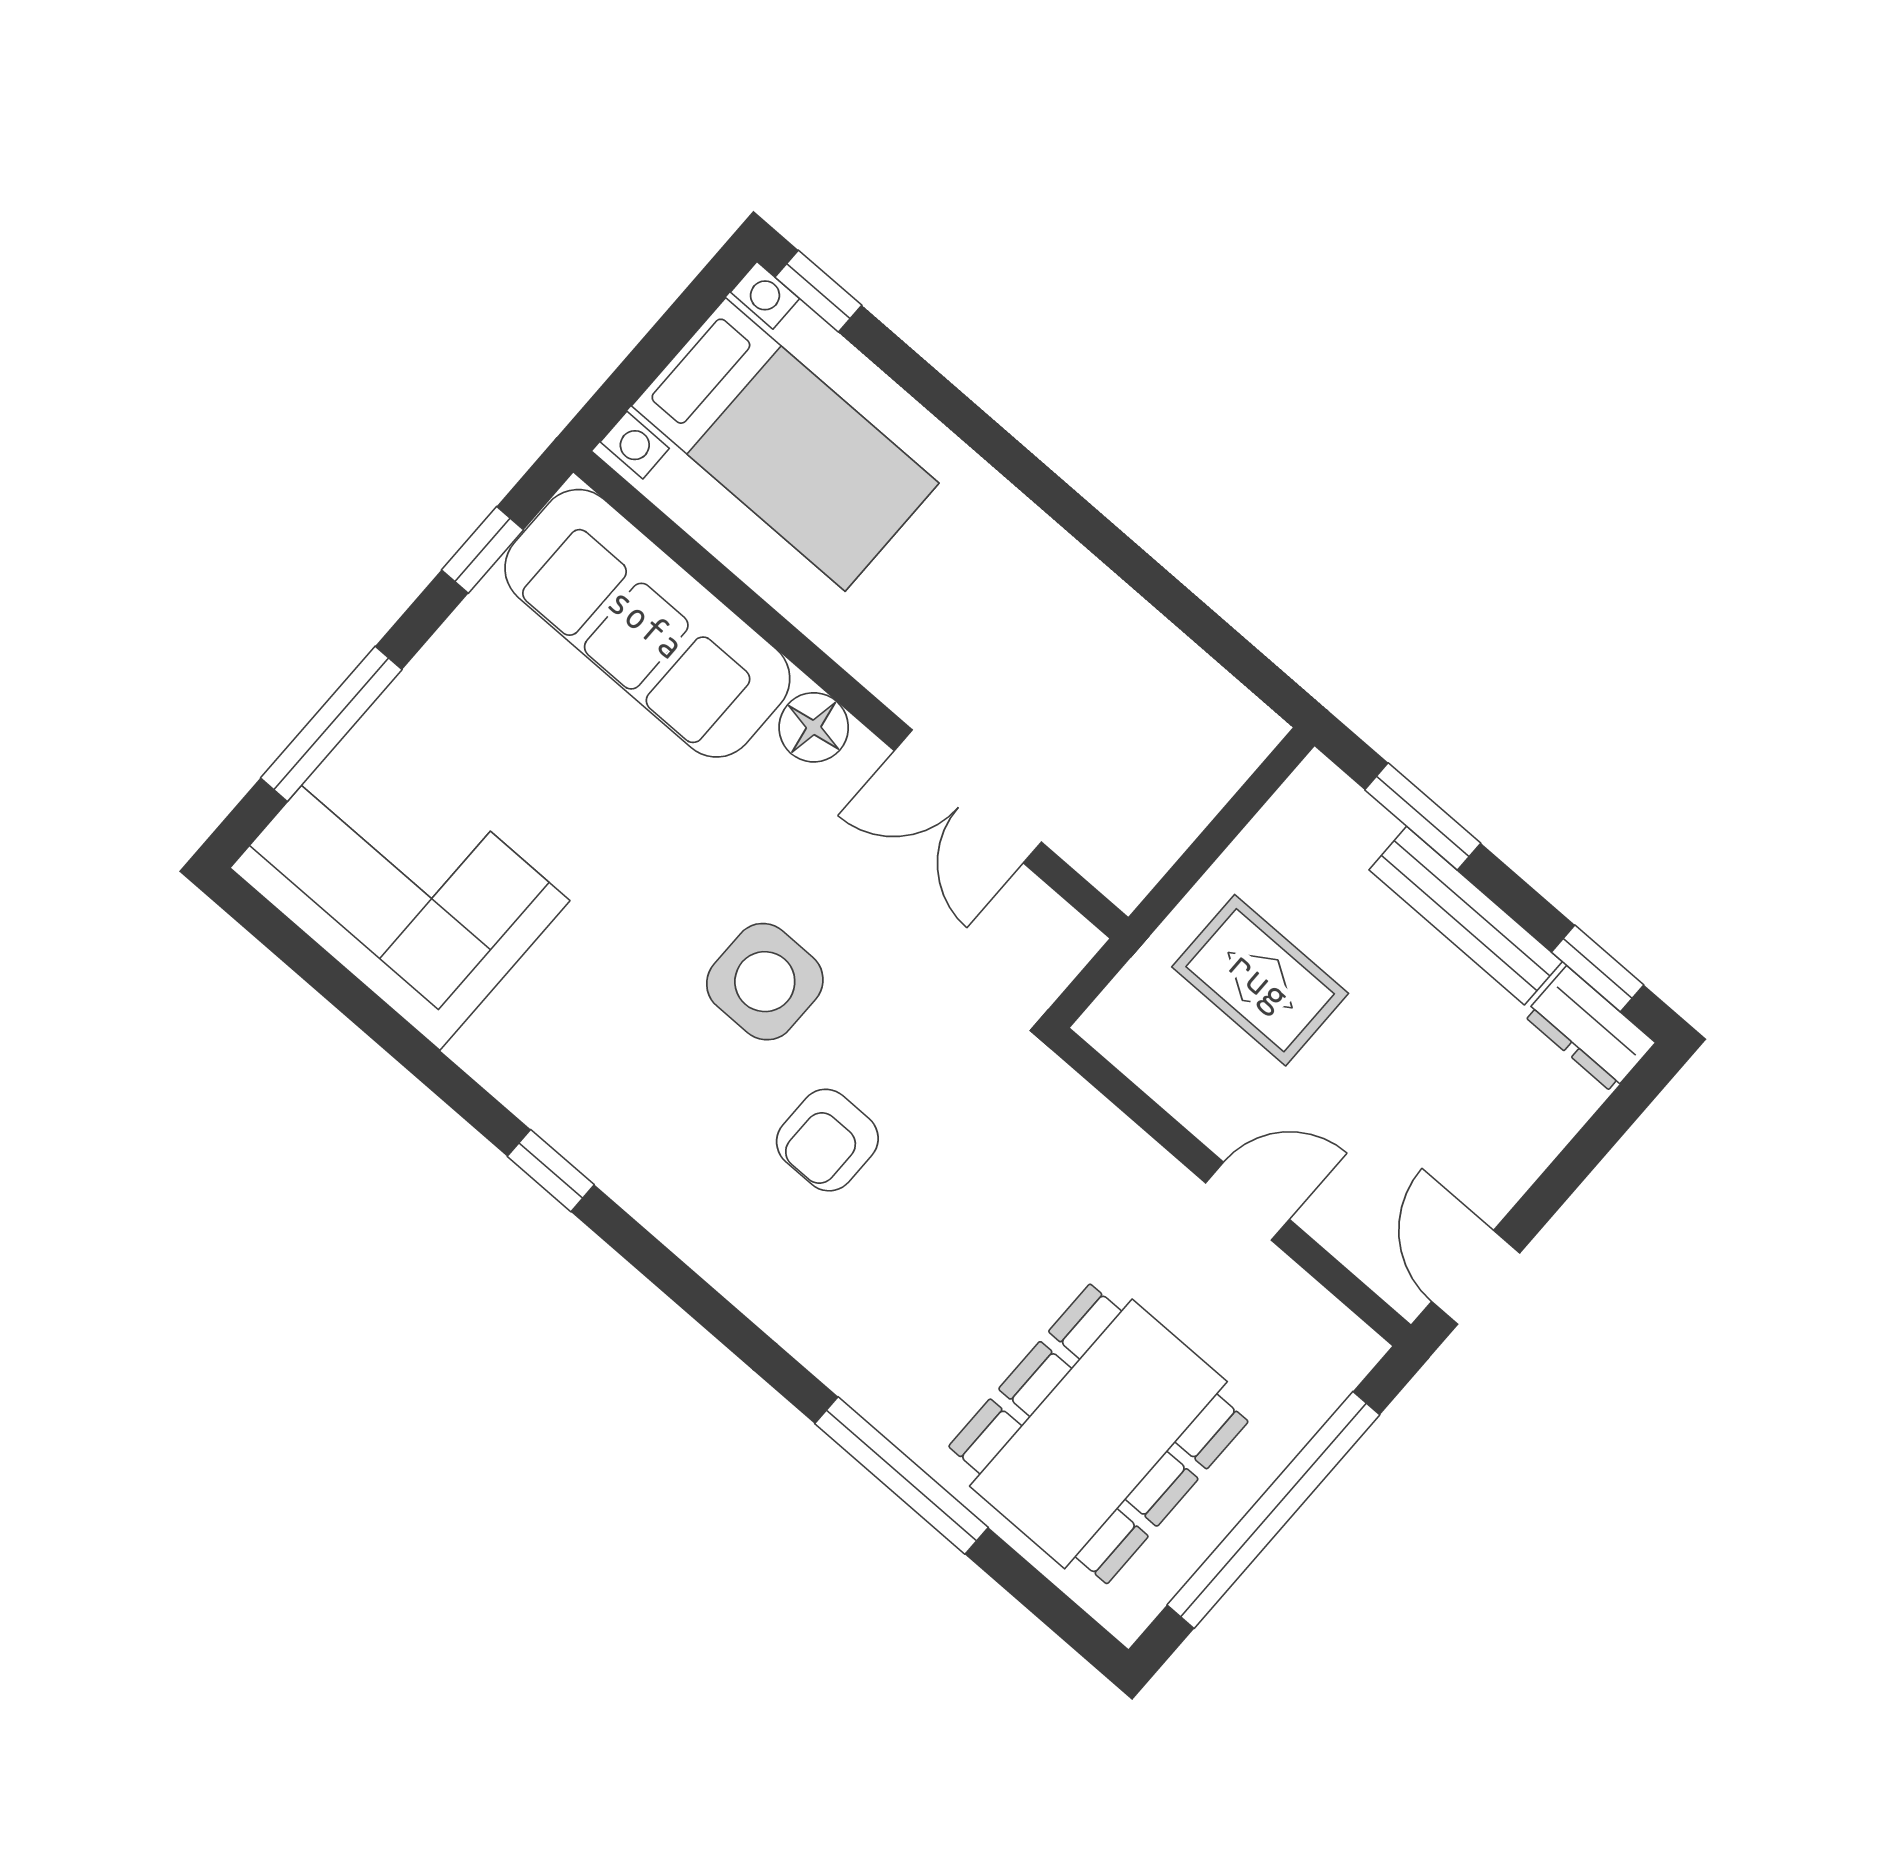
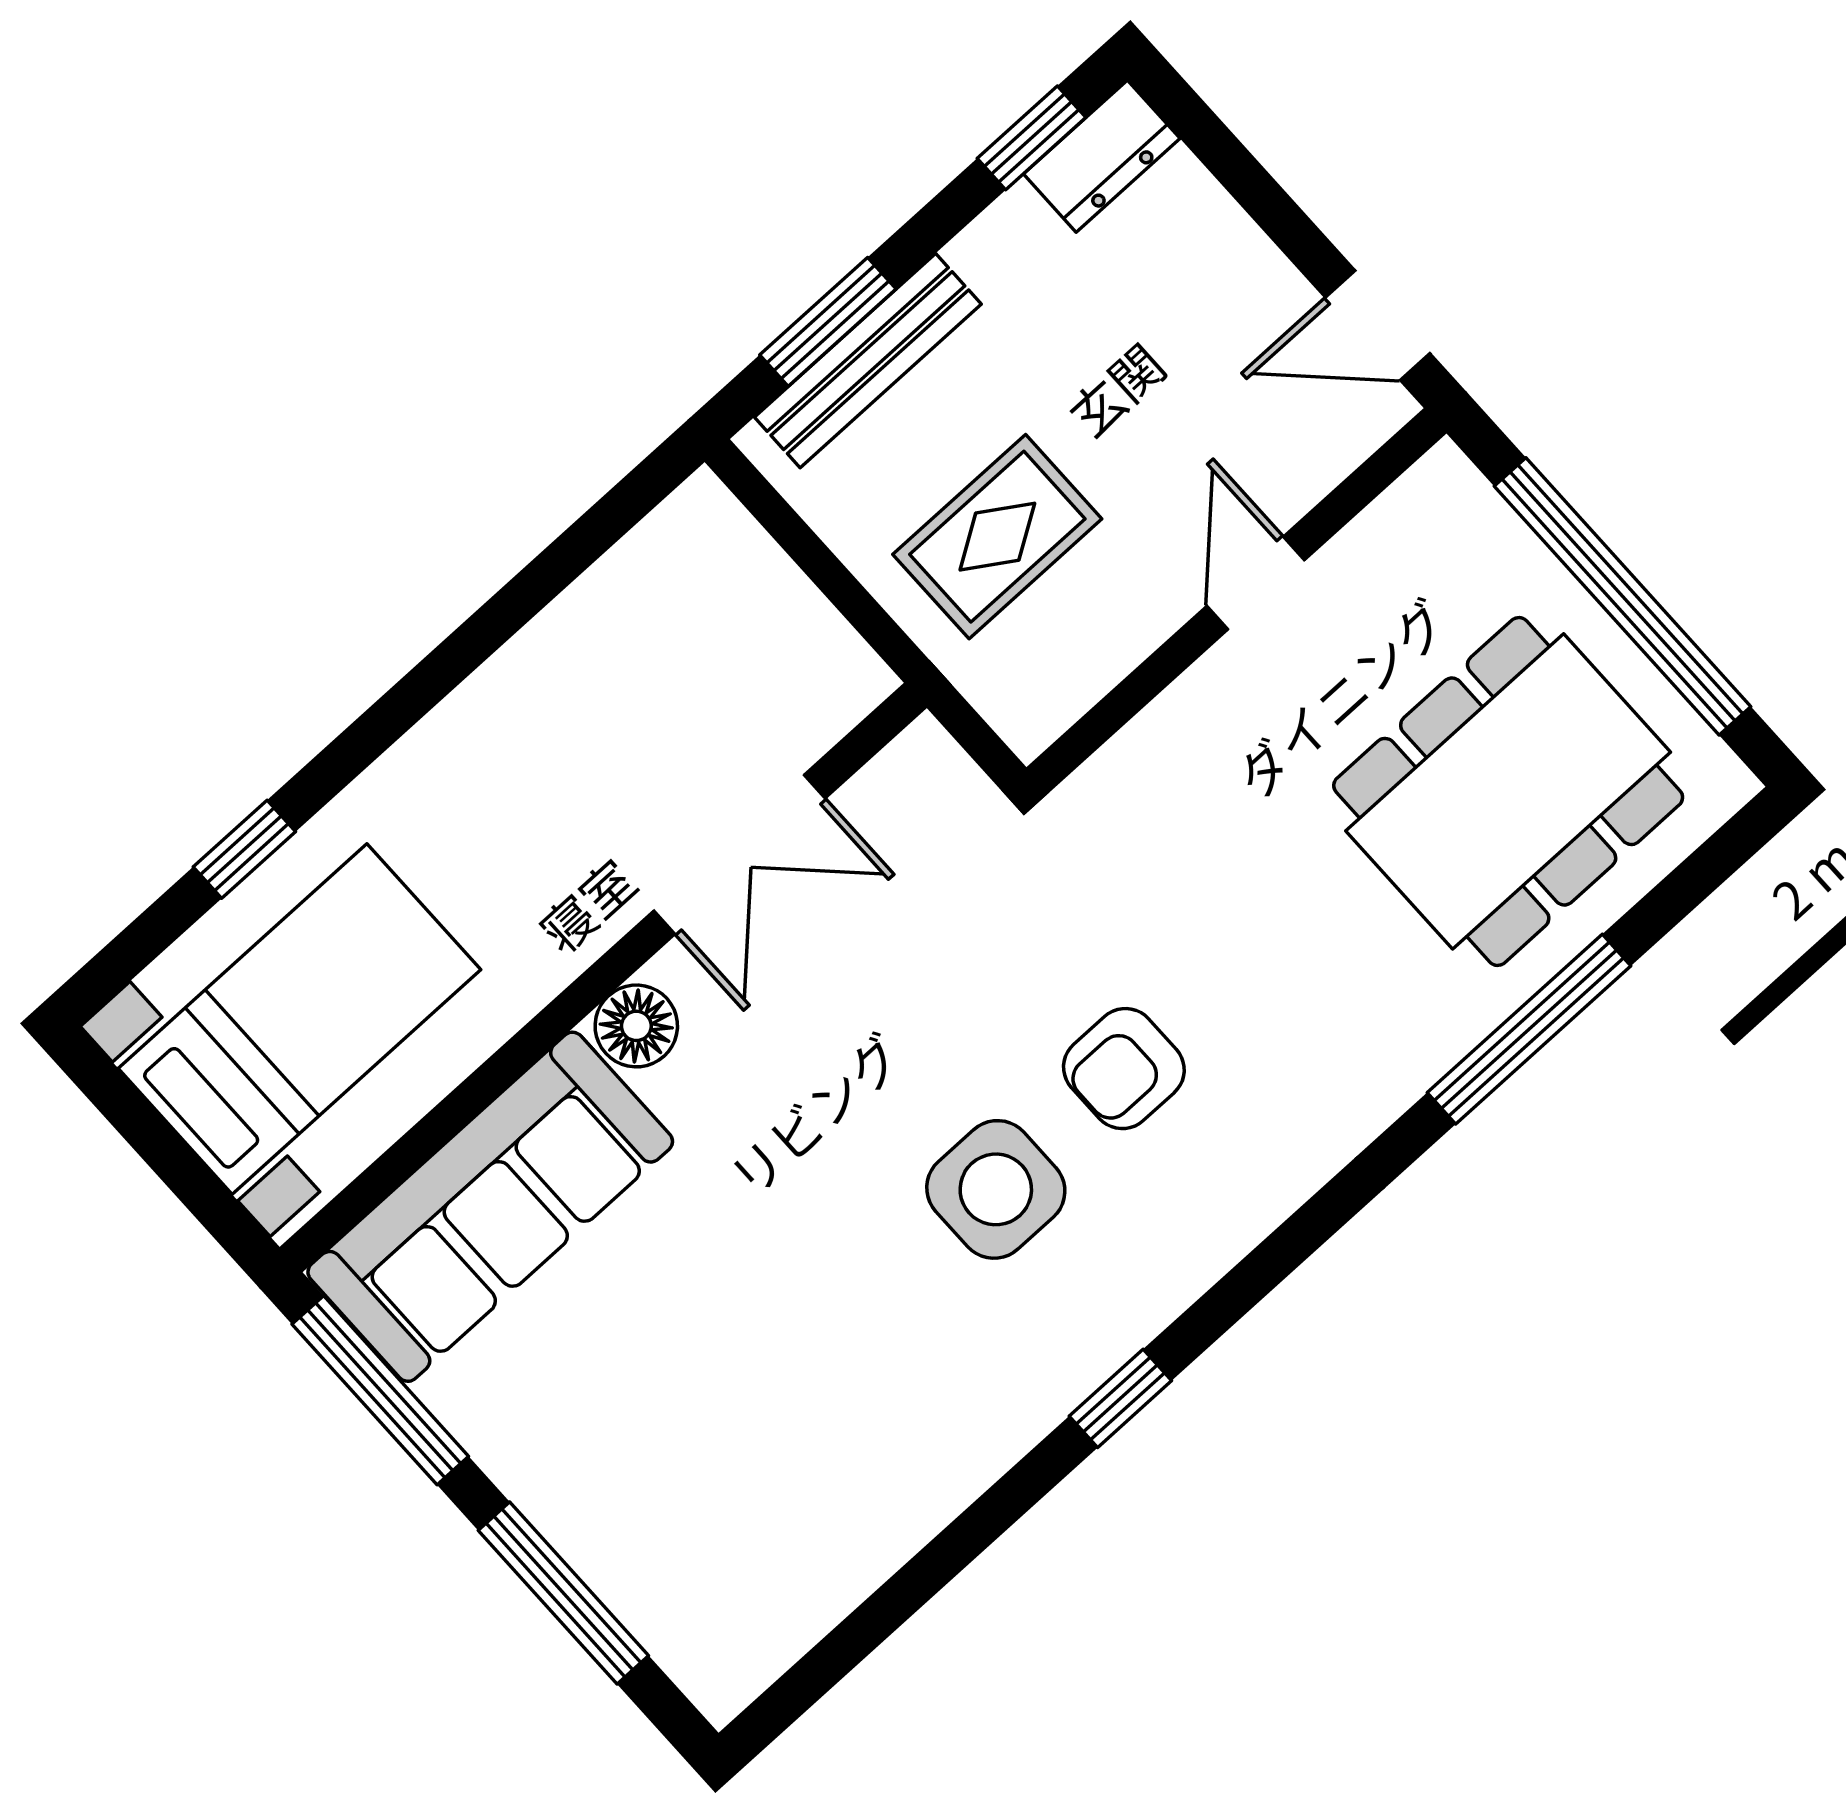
window: (818, 291) -> (244, 849), moved
window: (482, 550) -> (380, 1390), width x2.17
corner sofa: (400, 884) -> (762, 1535), removed
bench: (1466, 916) -> (868, 361), moved
side table: (765, 982) -> (996, 1189), moved
armchair: (827, 1140) -> (1124, 1069), turned 90
dining table: (1098, 1434) -> (1508, 791), turned 90

